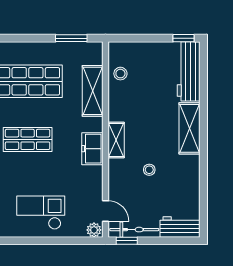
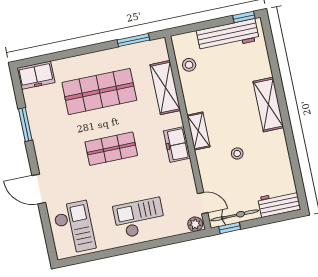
workbench: (189, 71) -> (228, 35), moved, turned -90

